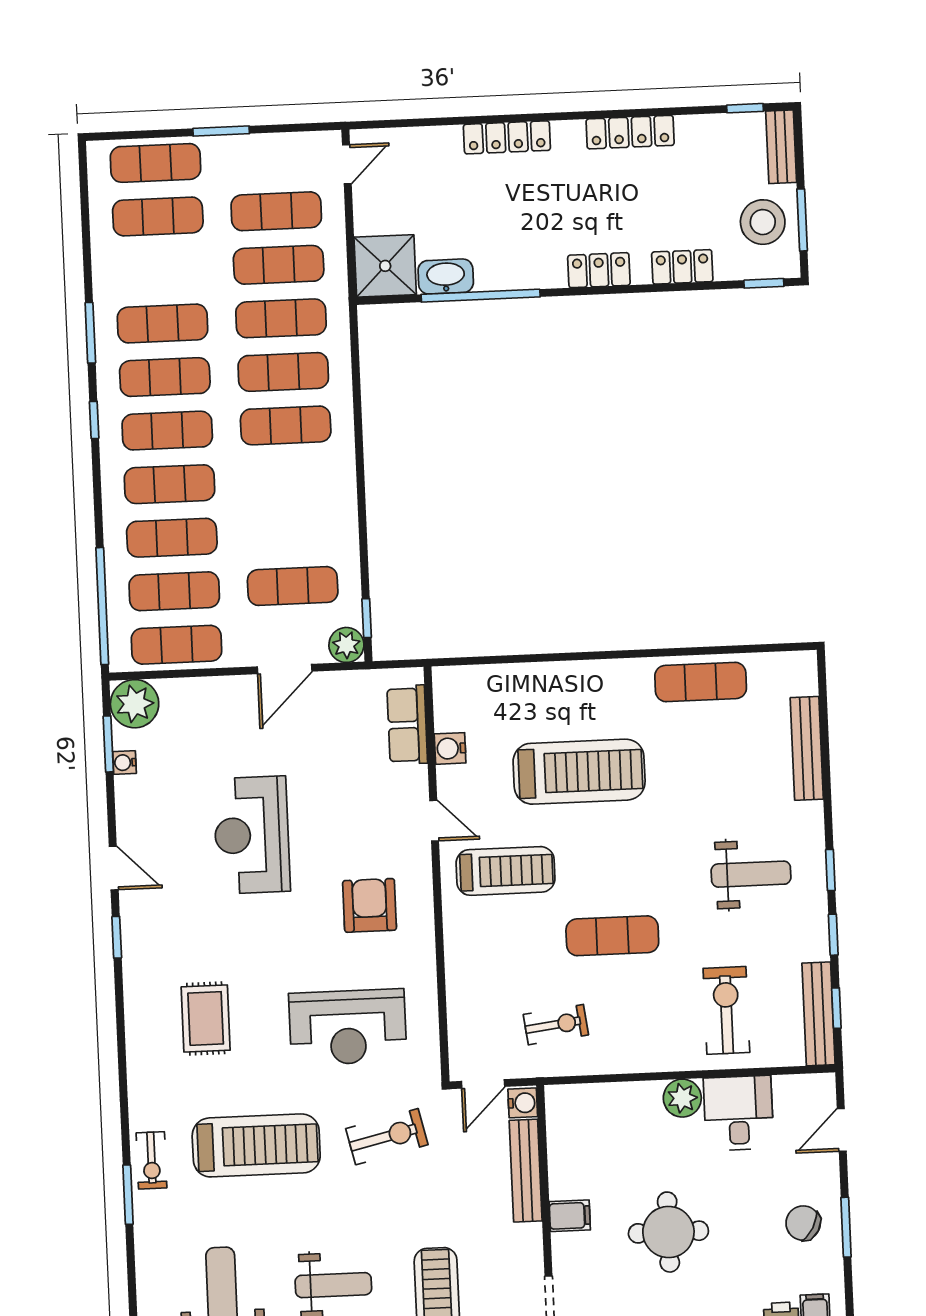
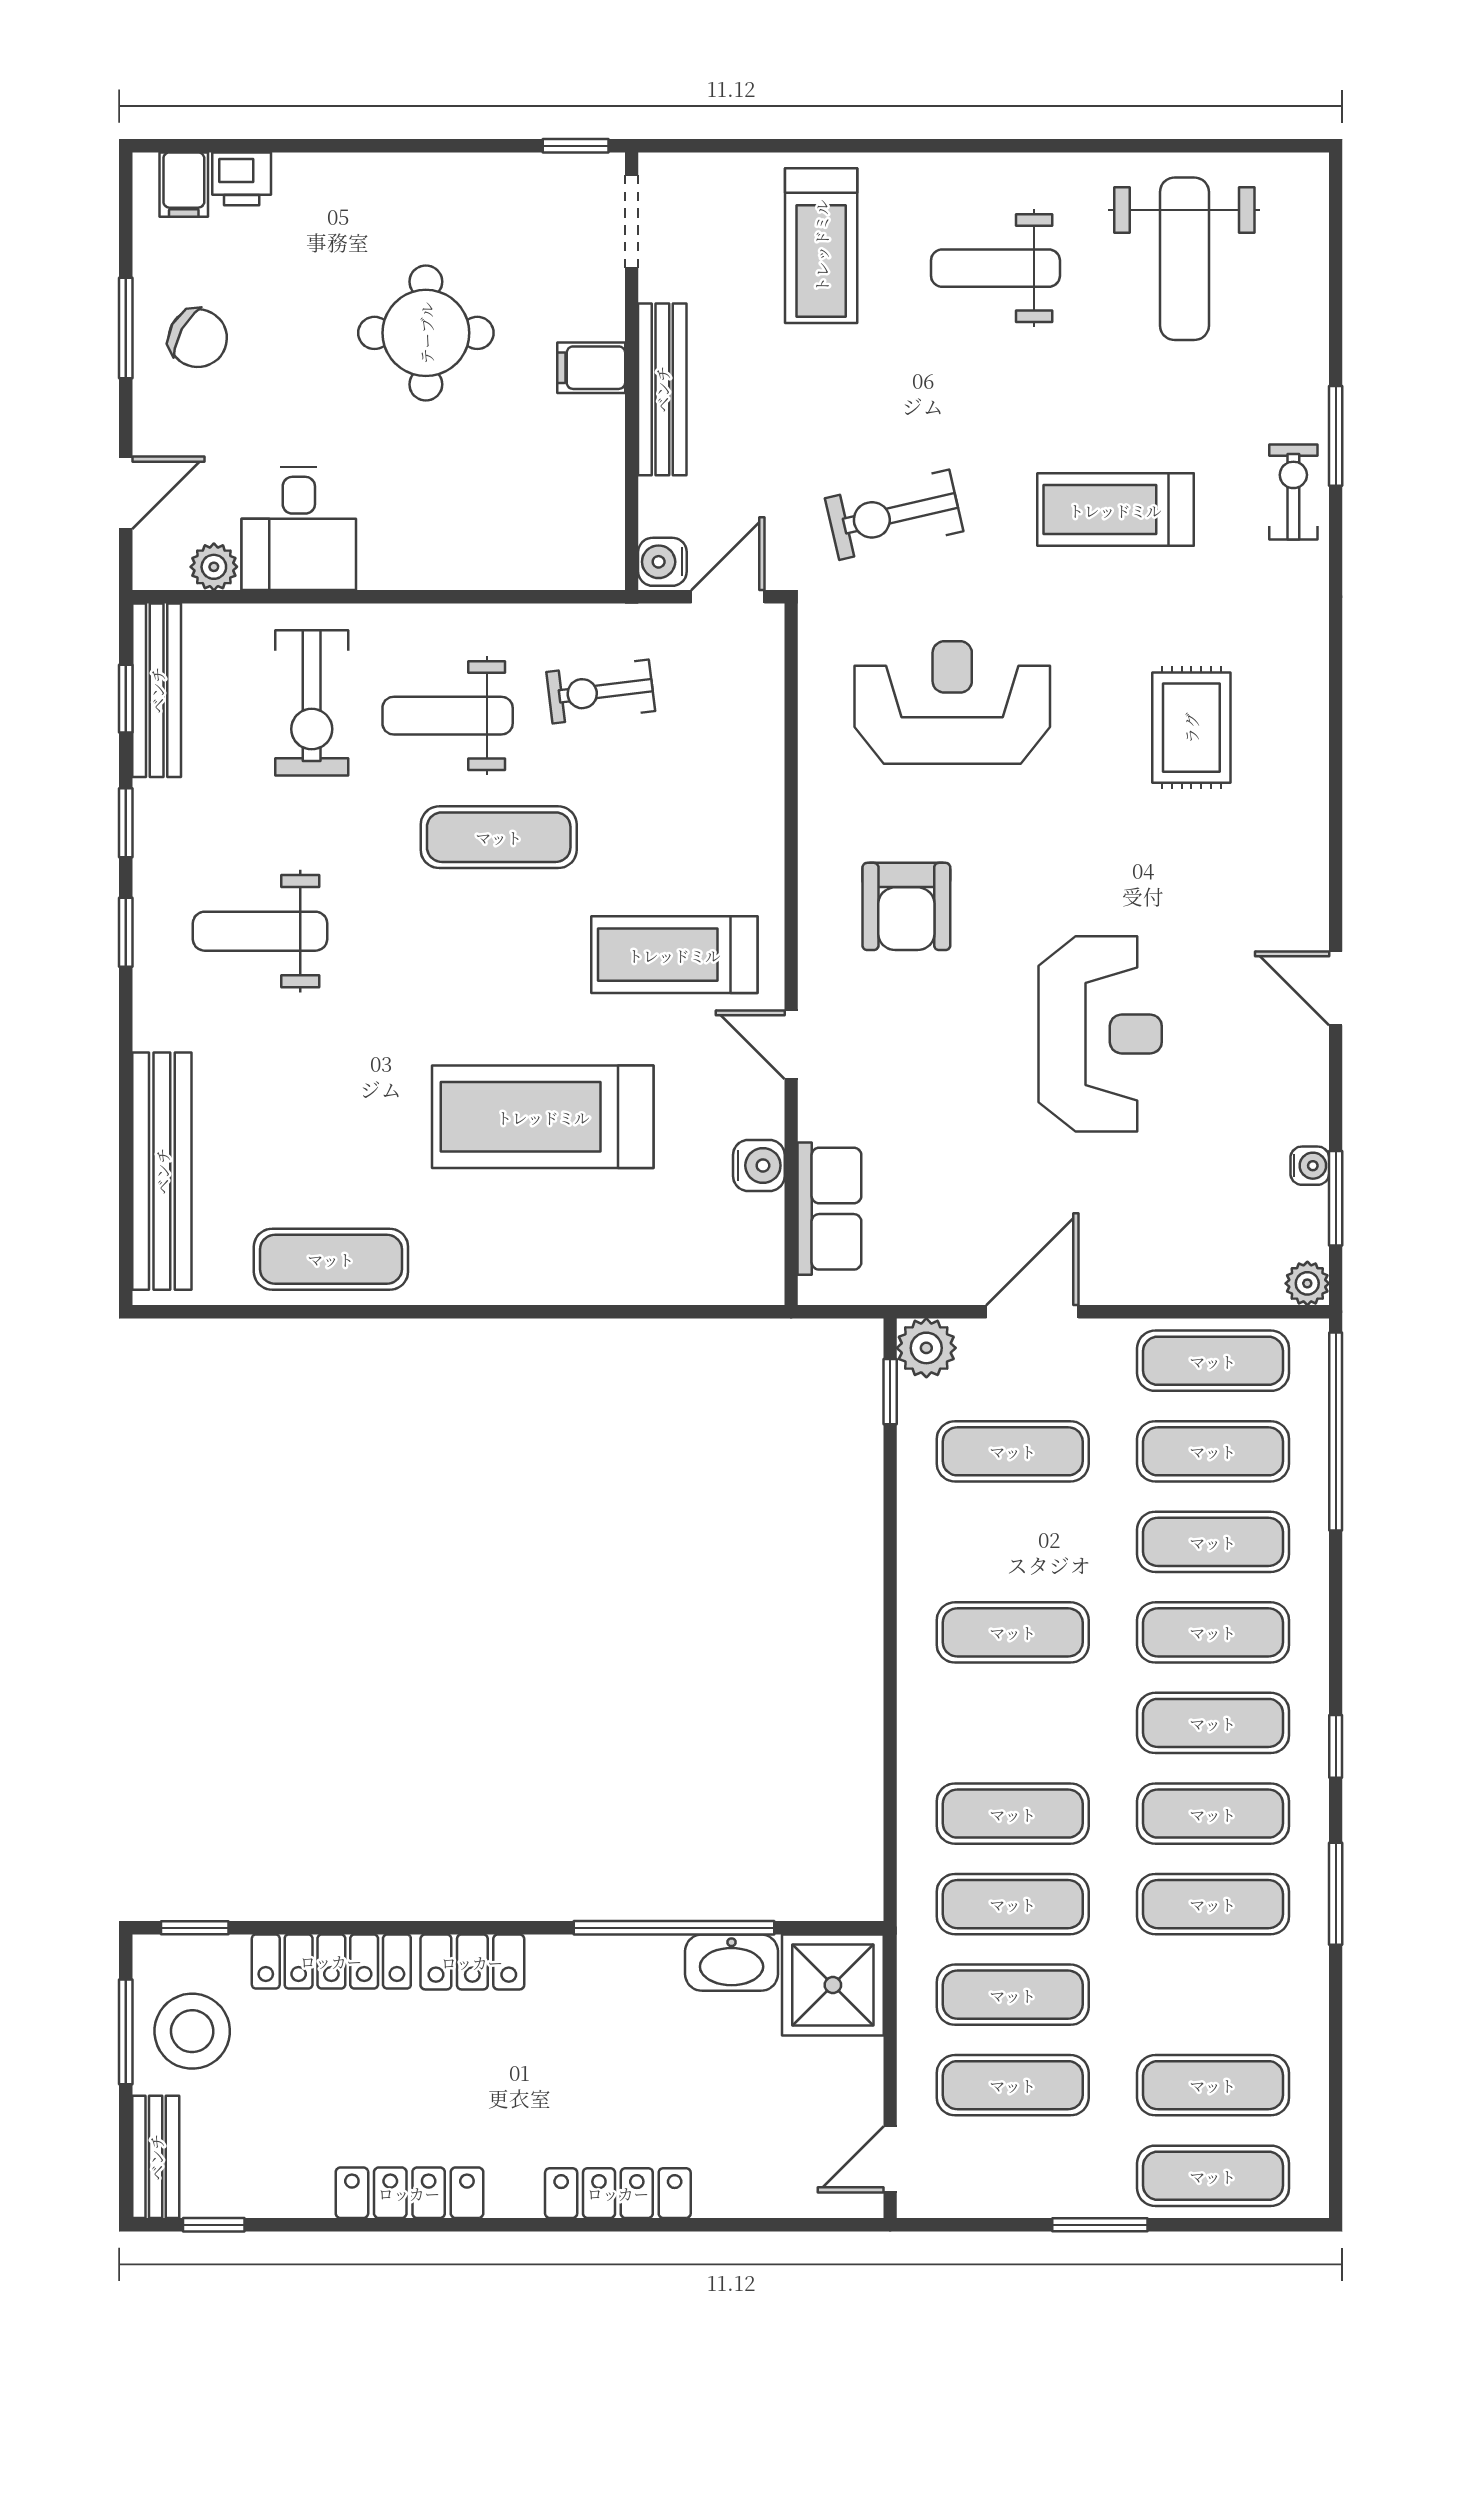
locker: (682, 267) -> (331, 1961), width x1.53
exercise mat: (286, 425) -> (1013, 1632), moved
plant: (135, 704) -> (1307, 1283), width x0.53, depth x0.53
bench: (807, 748) -> (162, 1171), width x1.37, depth x1.21
window: (117, 937) -> (1336, 871), removed
weight bench: (646, 1006) -> (448, 716), added
plant: (682, 1098) -> (214, 567), moved, width x0.73, depth x0.73
treadmill: (256, 1145) -> (1115, 510), width x0.73, depth x0.73
bench: (526, 1171) -> (662, 389), moved

